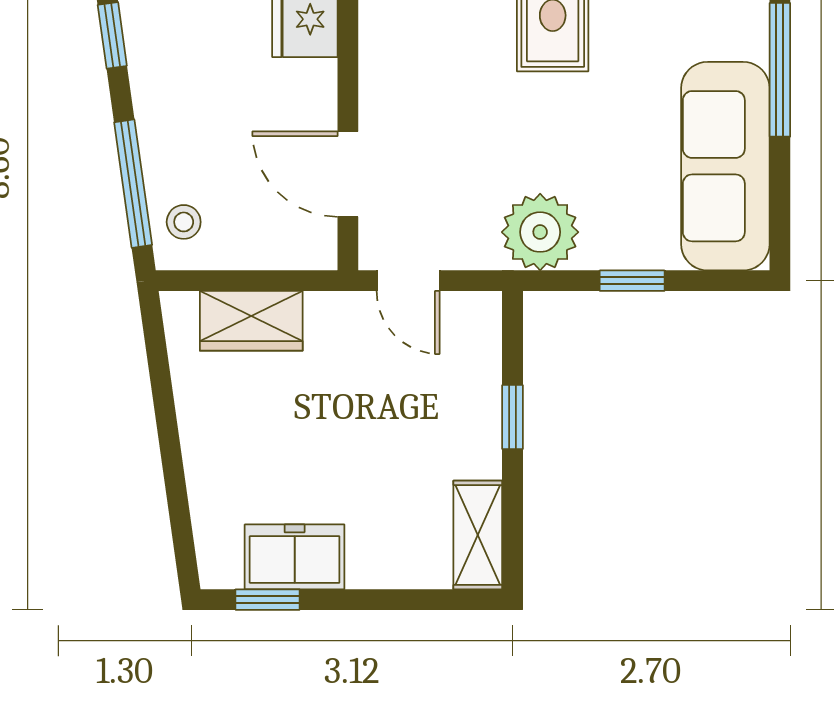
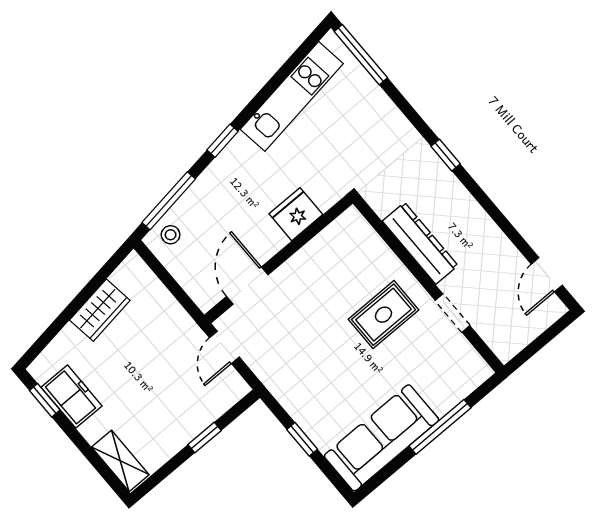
plant: (540, 232) -> (290, 385), removed
wardrobe: (251, 321) -> (100, 310), moved, turned -98
shelving: (478, 535) -> (120, 461), moved, turned 90

